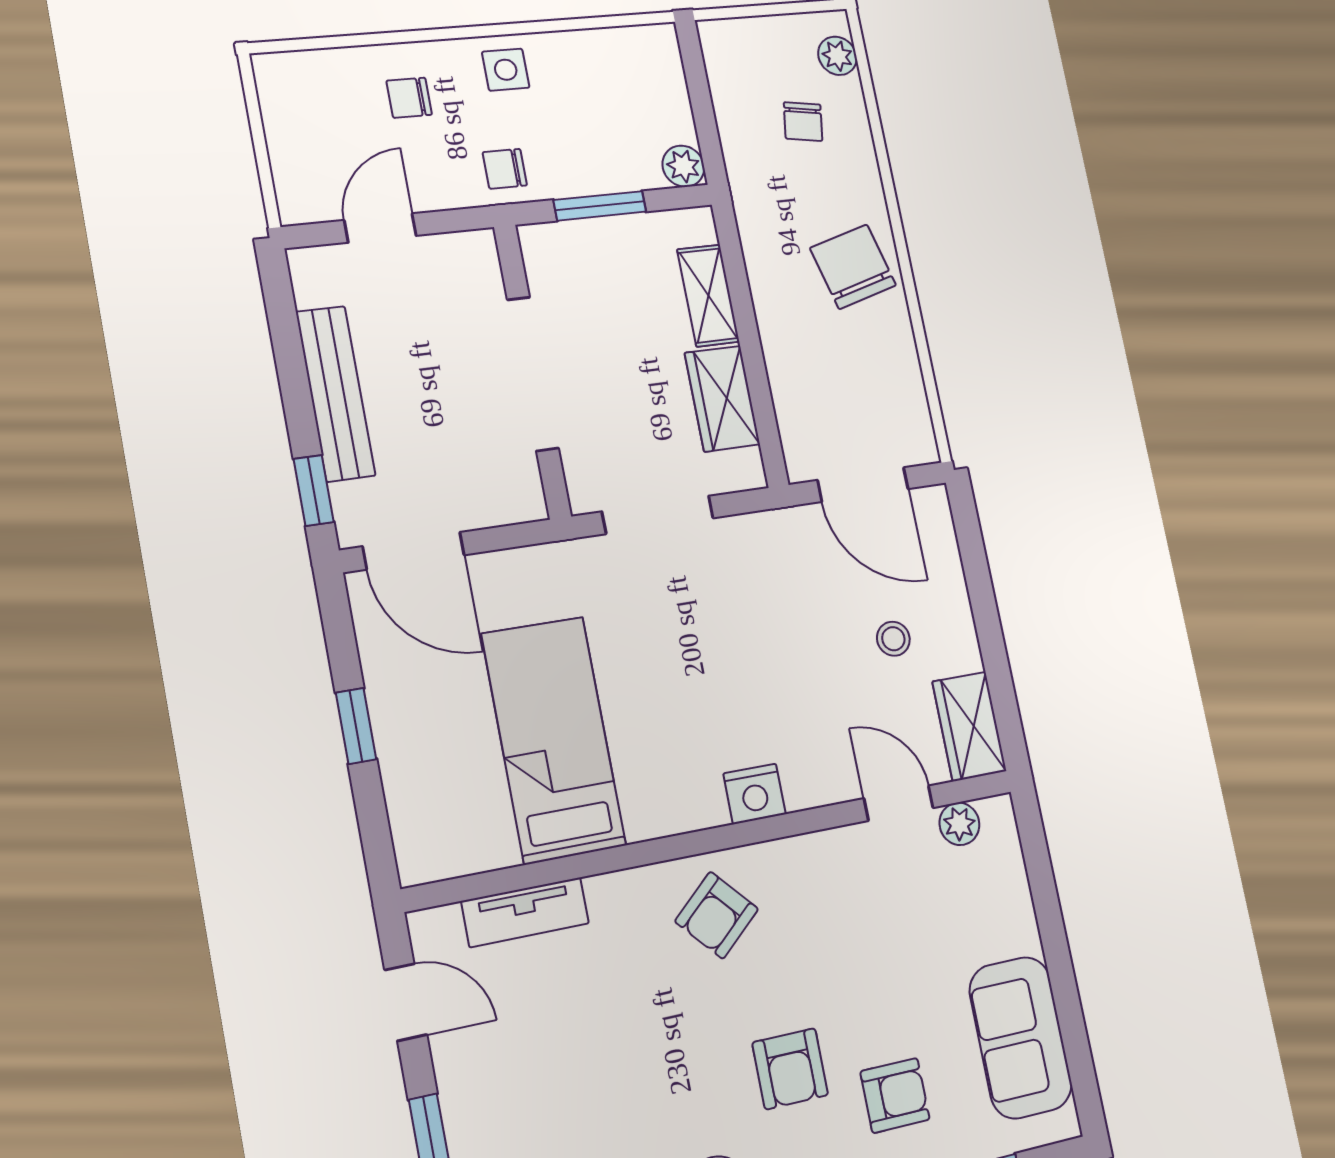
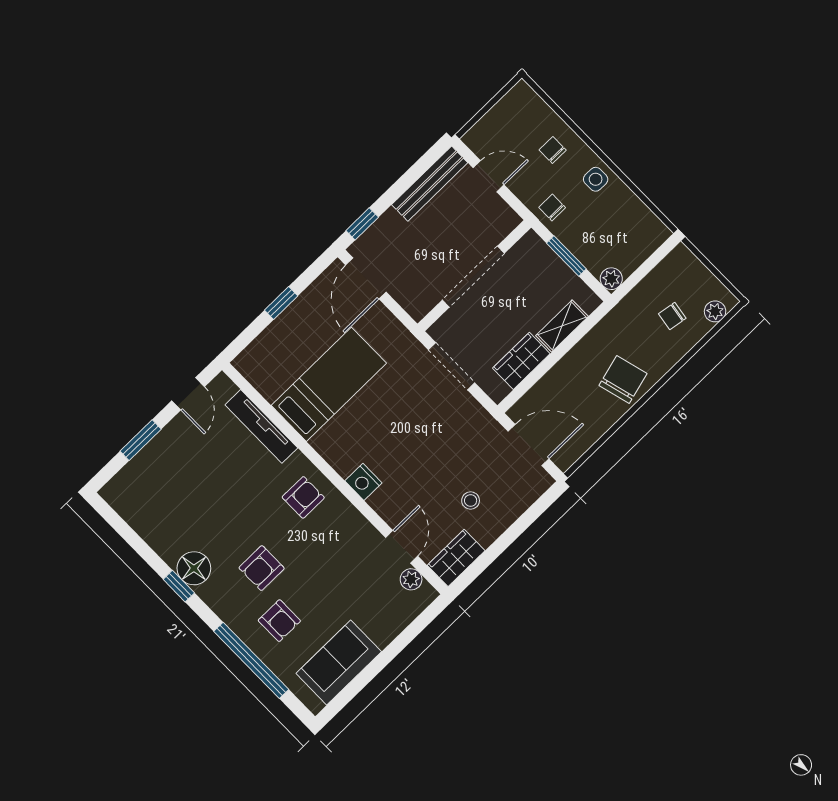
bench: (336, 394) -> (430, 184), moved
door: (863, 485) -> (528, 445), swing flipped
tv unit: (525, 912) -> (261, 426), width x1.41
armchair: (717, 915) -> (303, 497), turned 132

